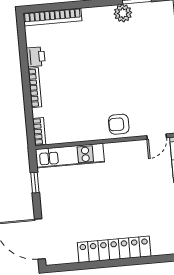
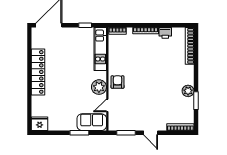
door: (157, 137) -> (107, 105), hinge flipped
plant: (129, 152) -> (99, 87), added

